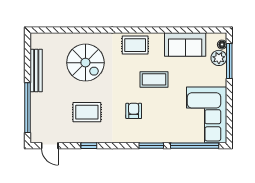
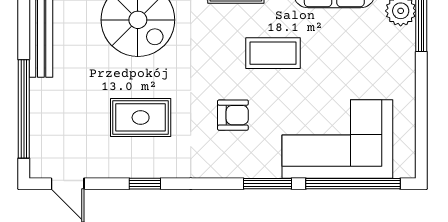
armchair: (134, 111) -> (233, 115), turned 90
corner sofa: (207, 115) -> (337, 139), moved, turned 90

